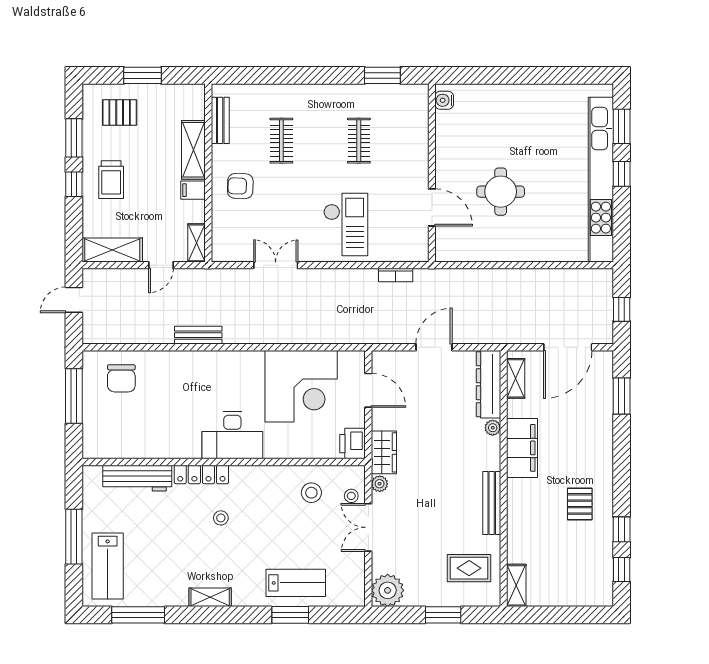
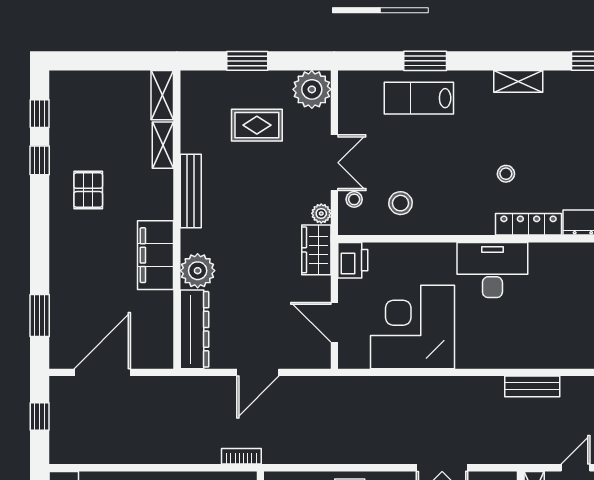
bookcase: (396, 275) -> (241, 456), moved
shelving: (516, 378) -> (163, 145), moved
plant: (493, 428) -> (198, 271), width x1.87, depth x1.87
rug: (469, 568) -> (257, 125), moved

